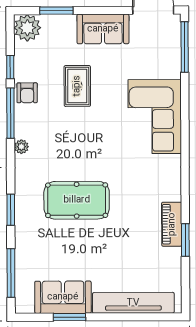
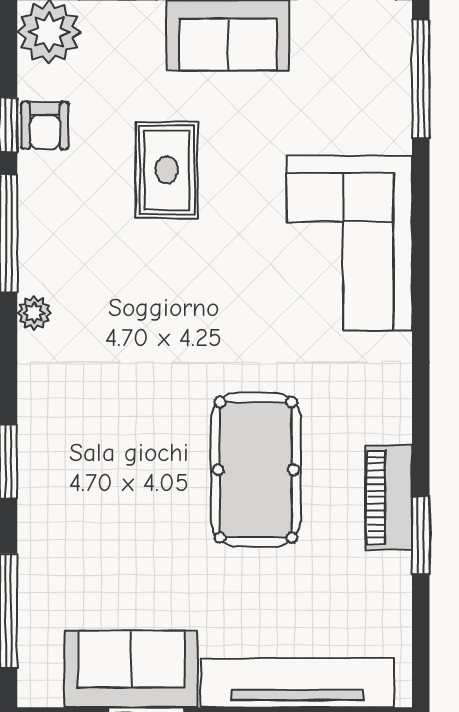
armchair: (27, 93) -> (45, 125), moved
pool table: (77, 200) -> (256, 470), moved, turned 90

